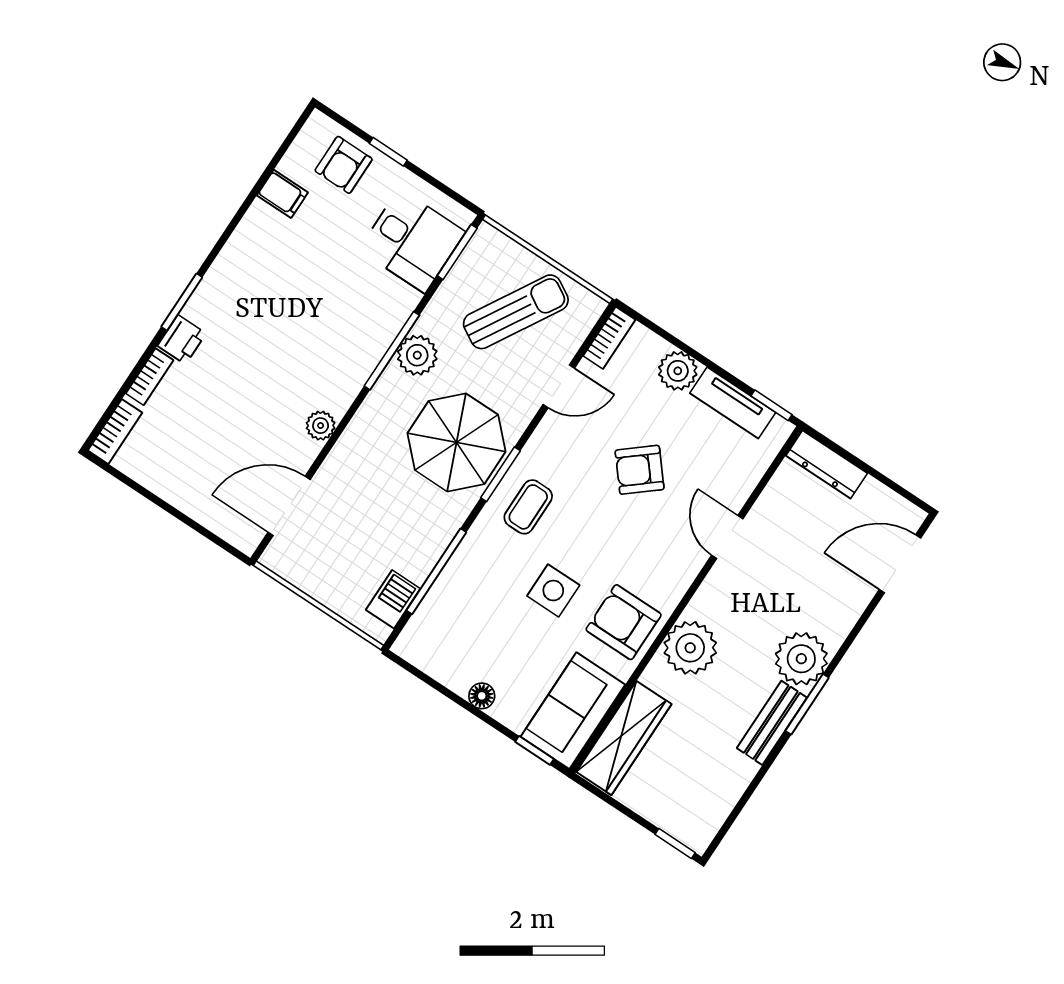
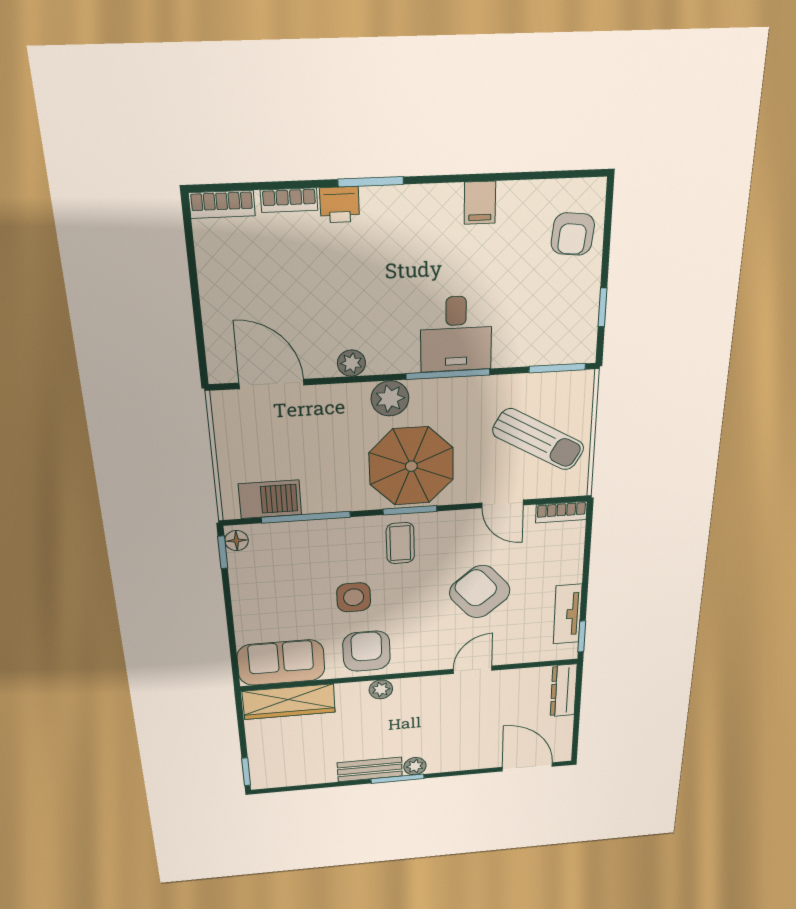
window: (388, 152) -> (602, 307), moved
armchair: (344, 165) -> (573, 234), turned -84
filing cabinet: (282, 194) -> (480, 203), moved
desk: (412, 241) -> (456, 334), moved
plant: (417, 355) -> (390, 398), moved
plant: (678, 371) -> (567, 569), removed
armchair: (640, 470) -> (480, 592), width x1.38, depth x1.38
coffee table: (528, 507) -> (400, 543), turned 90
barbecue: (393, 599) -> (270, 499), width x1.38, depth x1.27
plant: (690, 648) -> (381, 689), width x0.53, depth x0.53
plant: (801, 659) -> (415, 766), width x0.53, depth x0.53
floor lamp: (482, 696) -> (237, 541), moved
window: (534, 750) -> (223, 552), moved

